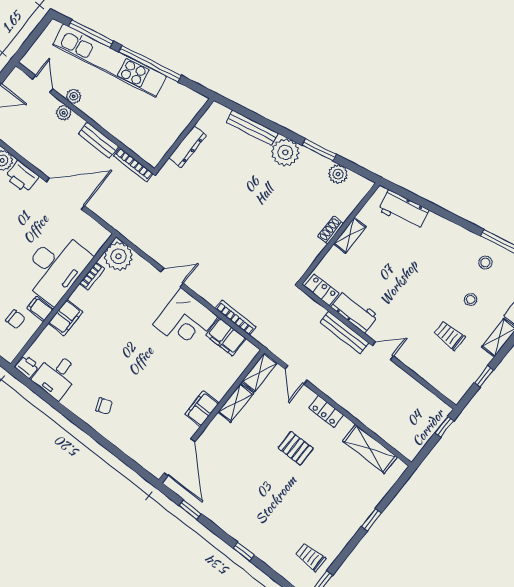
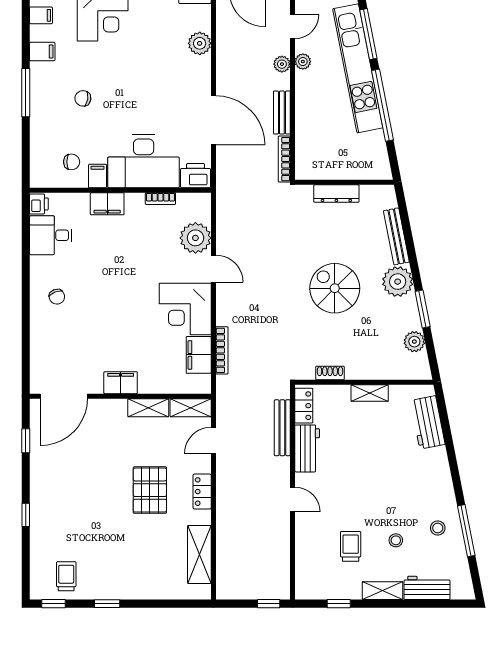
printer: (22, 177) -> (196, 176), moved, turned 90
spiral stairs: (255, 201) -> (335, 288), added
shoe rack: (331, 230) -> (330, 373), moved
plant: (119, 256) -> (195, 238), moved
chair: (15, 319) -> (72, 162), turned -90
bench: (345, 333) -> (282, 428), moved
pallet: (296, 448) -> (150, 490), width x1.50, depth x1.42
window: (371, 520) -> (107, 604), moved

